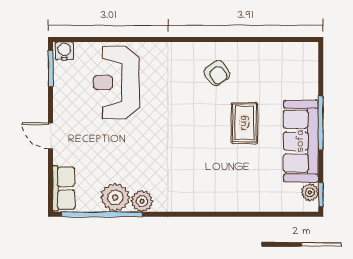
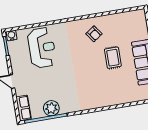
reception desk: (116, 83) -> (42, 48), turned 180
plant: (142, 201) -> (66, 108), removed

